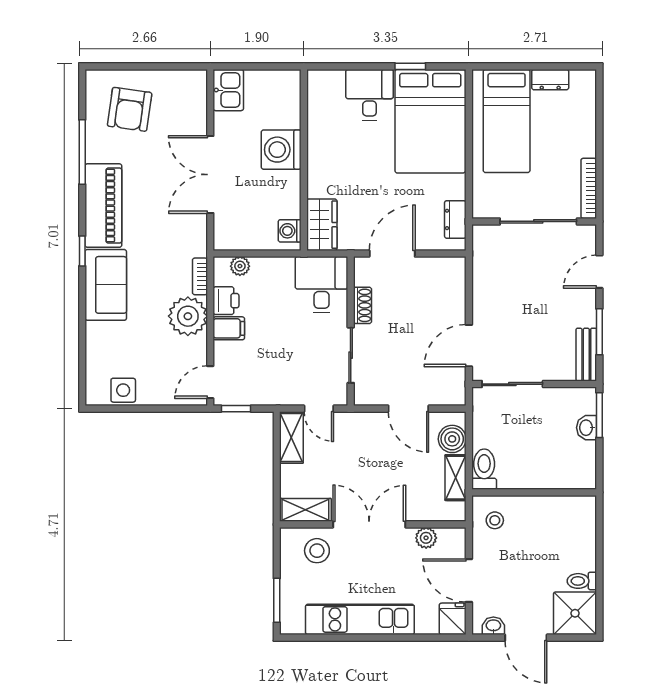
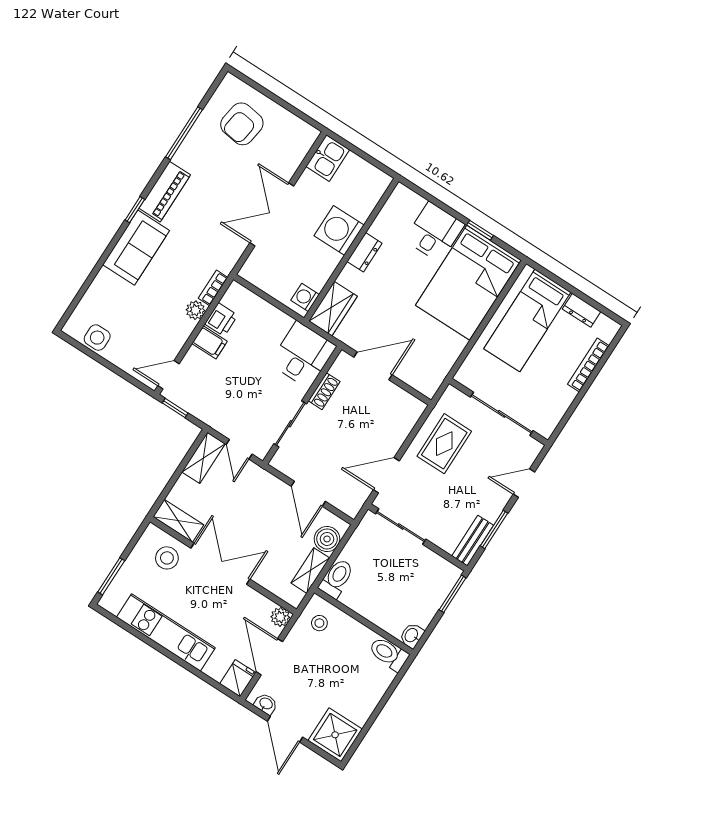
bookcase: (589, 188) -> (588, 365), moved
piano: (103, 206) -> (165, 192), width x0.73, depth x0.75
dresser: (455, 219) -> (364, 252), moved, turned 180
plant: (240, 266) -> (249, 300), removed
rug: (503, 283) -> (444, 444), added
plant: (188, 316) -> (195, 310), width x0.53, depth x0.53
washbasin: (587, 428) -> (412, 635), moved
plant: (426, 538) -> (280, 617), moved
toilet: (582, 581) -> (389, 654), moved, width x1.37, depth x1.39

